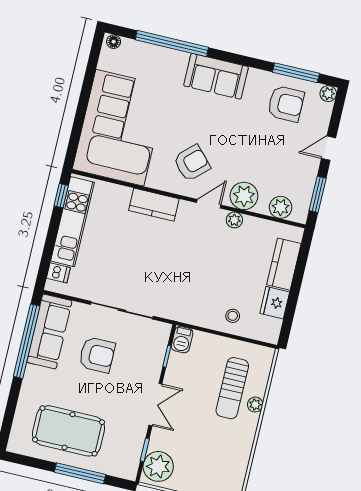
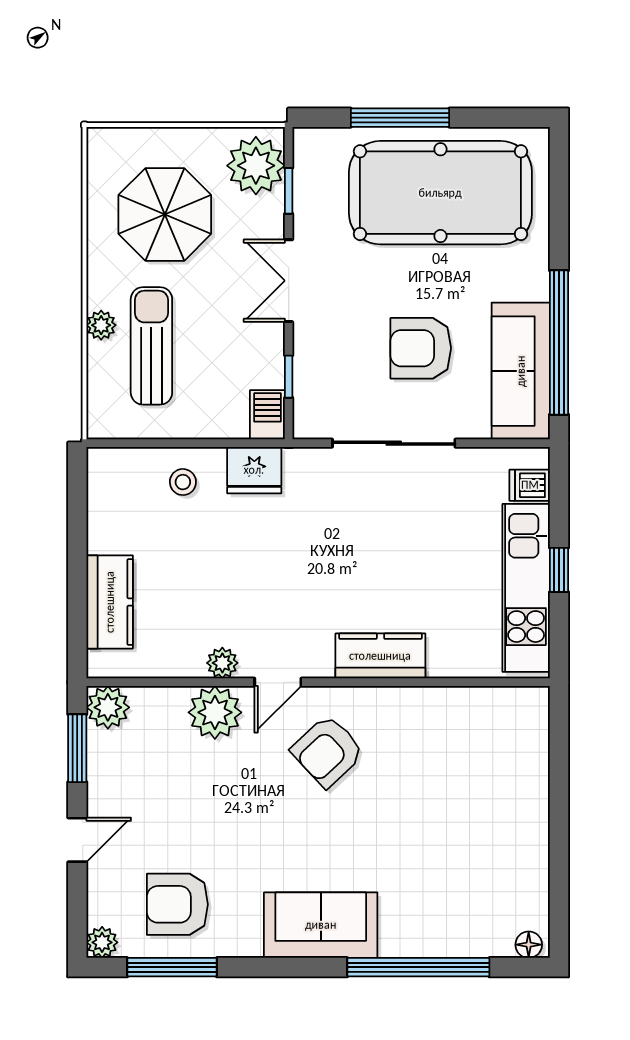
corner sofa: (120, 128) -> (479, 786), removed
window: (61, 196) -> (559, 570), moved
plant: (281, 207) -> (108, 707), moved
fridge: (275, 303) -> (254, 470), moved, turned 90
pool table: (69, 431) -> (440, 193), width x1.36, depth x1.32
parasol: (210, 453) -> (165, 214), added

